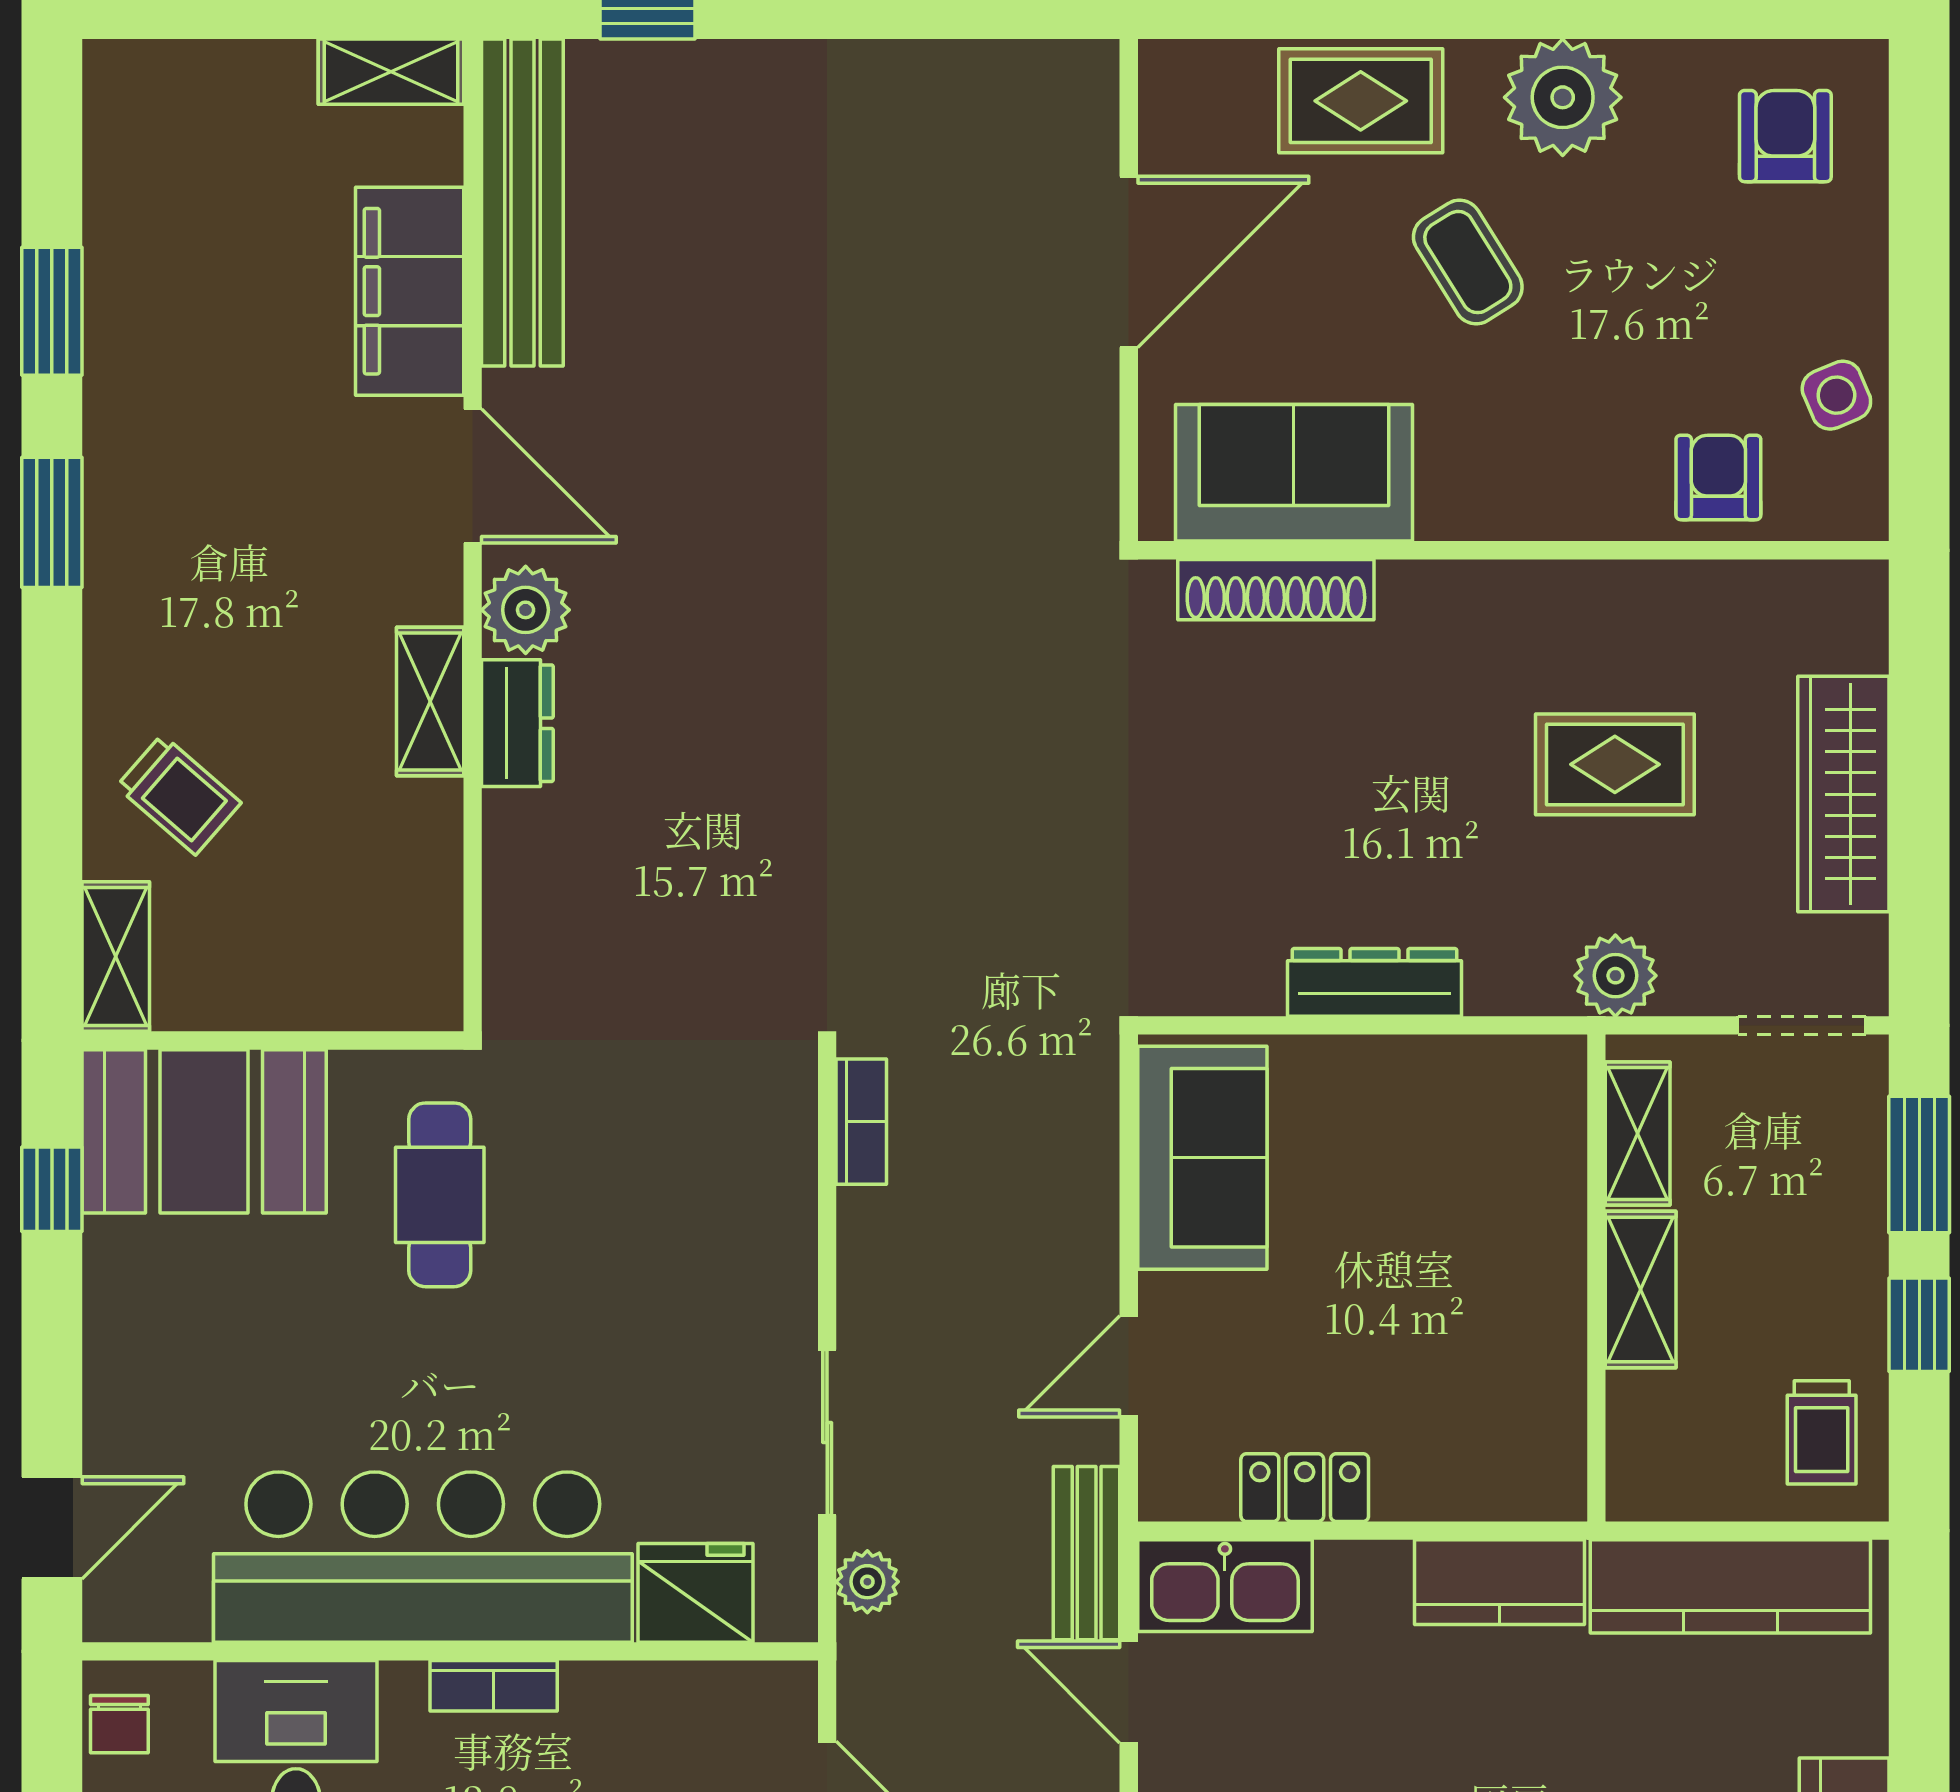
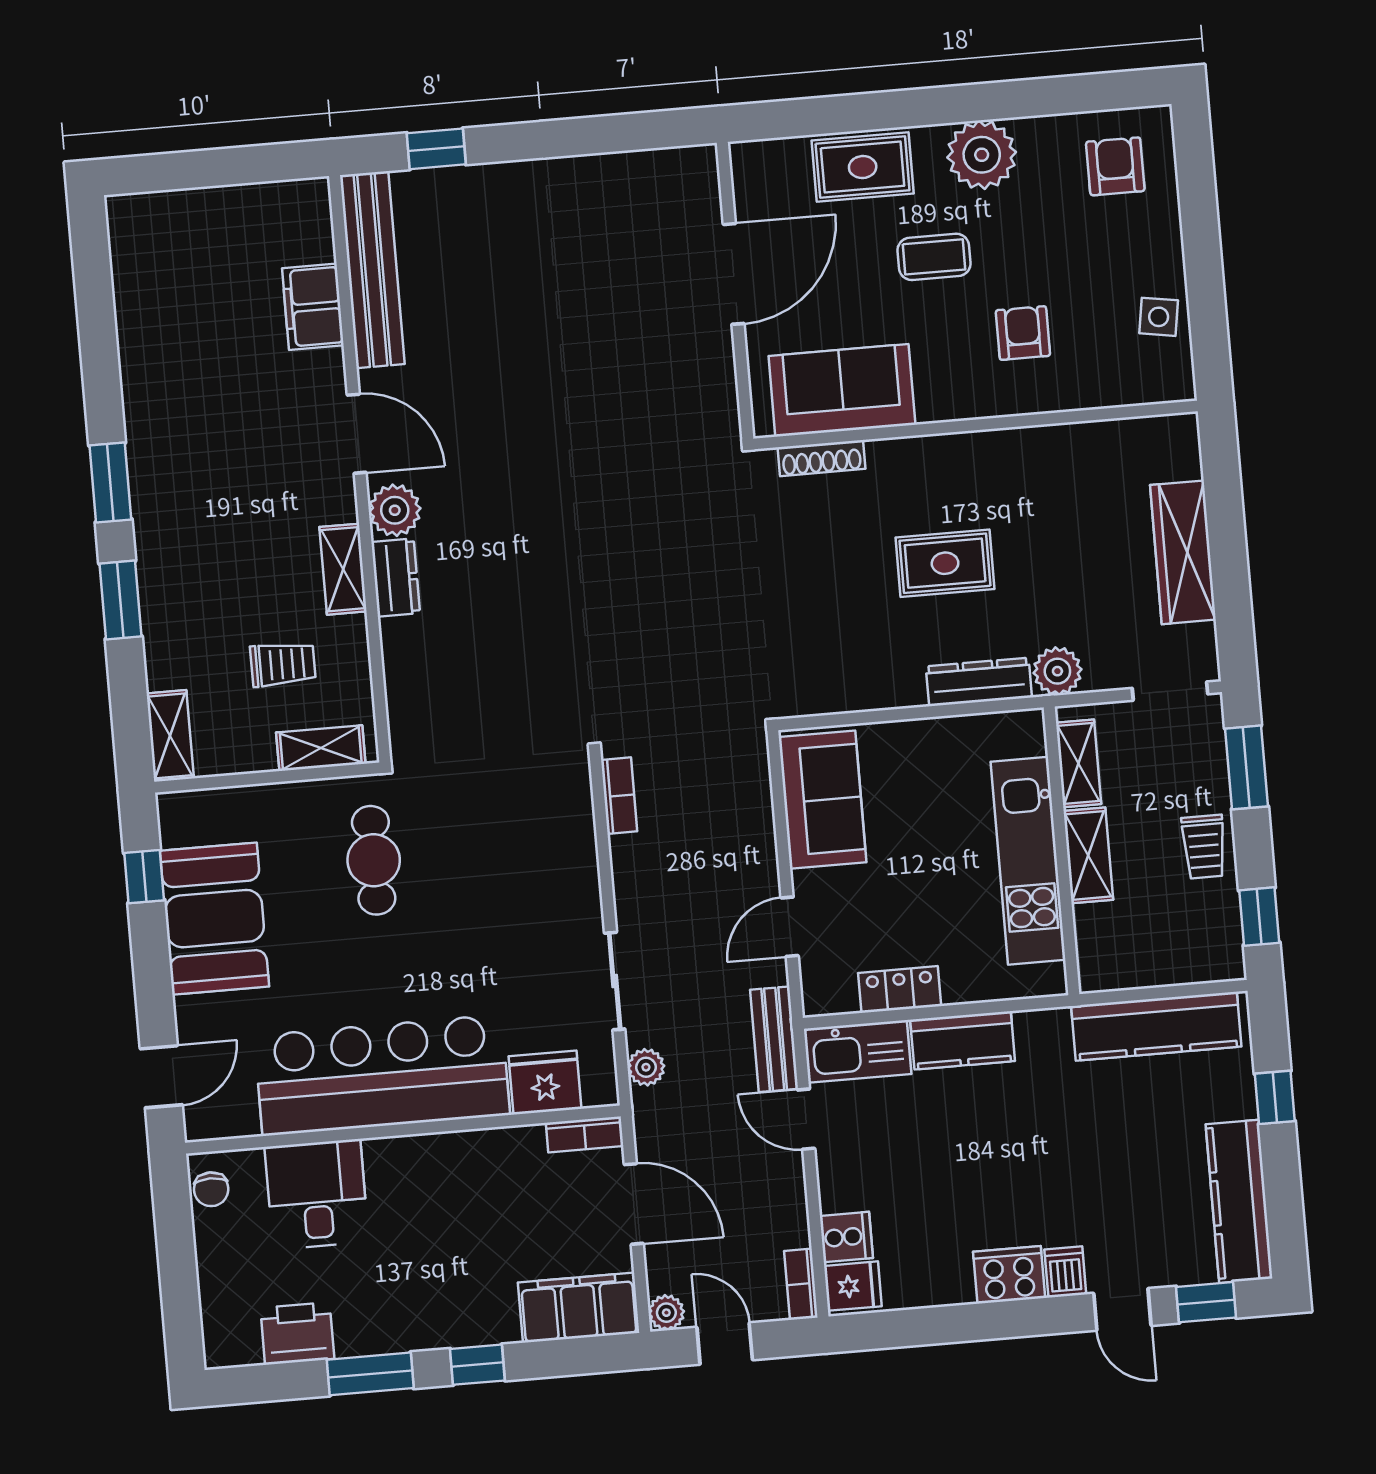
shelving: (391, 72) -> (321, 748), moved
coffee table: (1468, 262) -> (934, 257), turned -58
filing cabinet: (410, 291) -> (313, 307), width x0.67, depth x0.86
window: (52, 311) -> (120, 600), moved
side table: (1836, 395) -> (1159, 317), turned 32
armchair: (1718, 477) -> (1023, 333), moved
shoe rack: (1276, 590) -> (822, 458), width x0.74, depth x0.81
rug: (1615, 764) -> (945, 563), moved
trolley: (179, 795) -> (283, 664), moved, turned -41
dresser: (1374, 982) -> (979, 682), moved
booth: (204, 1131) -> (214, 919), moved, turned 90
kitchen unit: (1539, 1290) -> (1028, 861), added
window: (1919, 1325) -> (1259, 917), moved
trolley: (1822, 1432) -> (1204, 847), moved
kitchen counter: (1500, 1582) -> (963, 1040), moved
bookcase: (494, 1686) -> (585, 1134), moved
window: (1919, 1723) -> (1275, 1097), added

